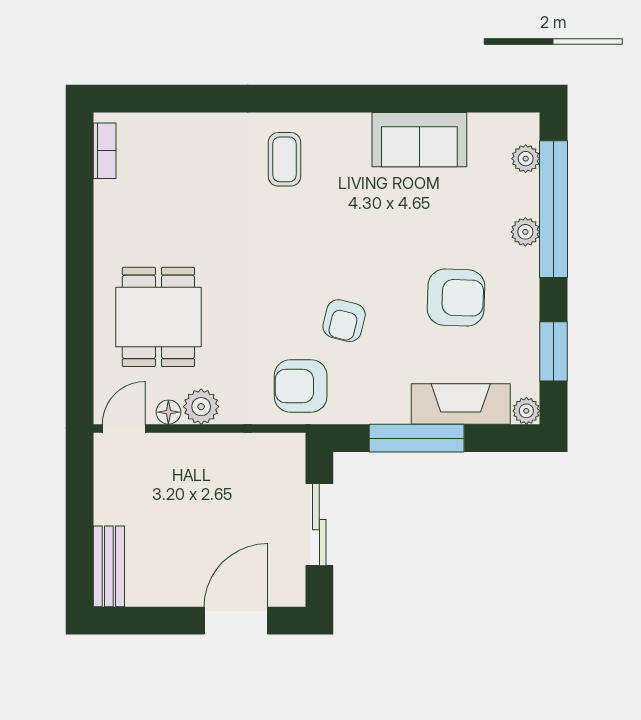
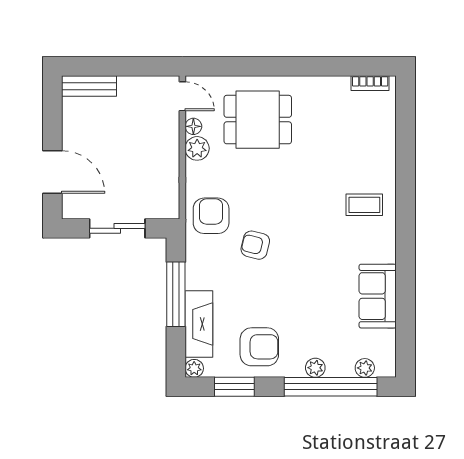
armchair: (456, 298) -> (259, 347), moved, turned -92

